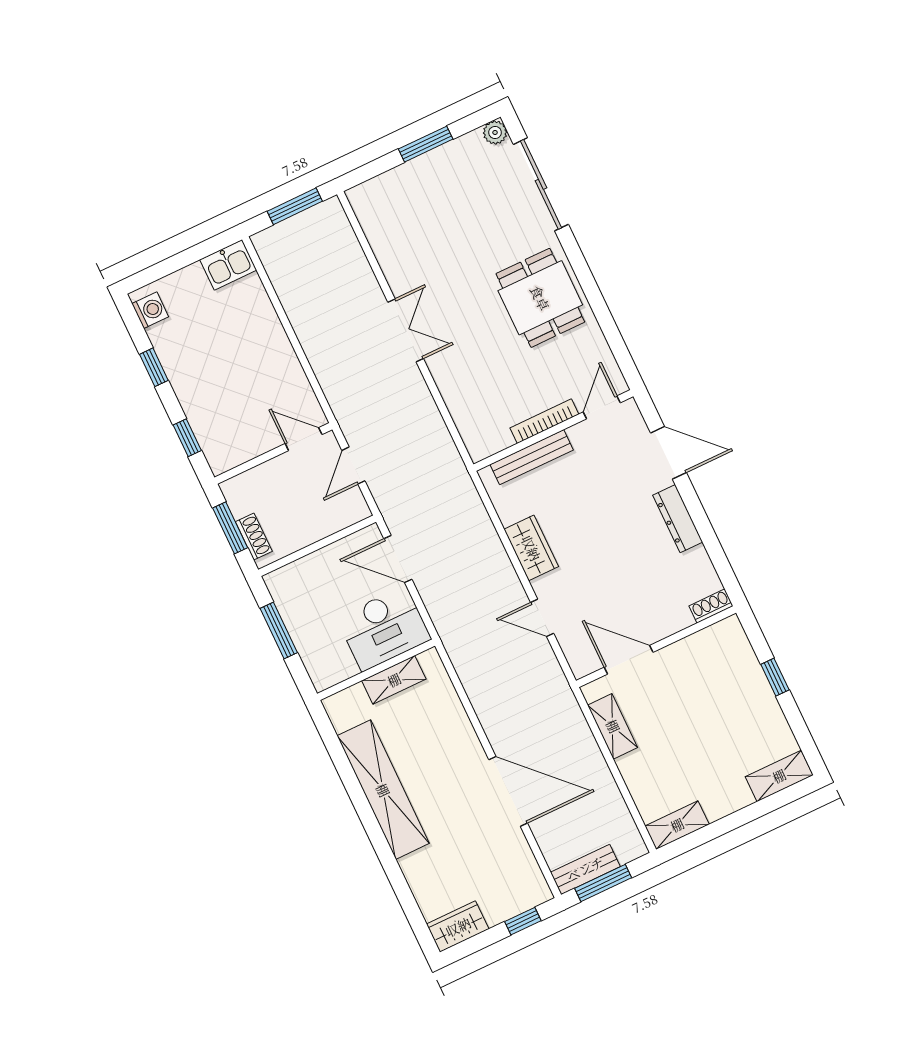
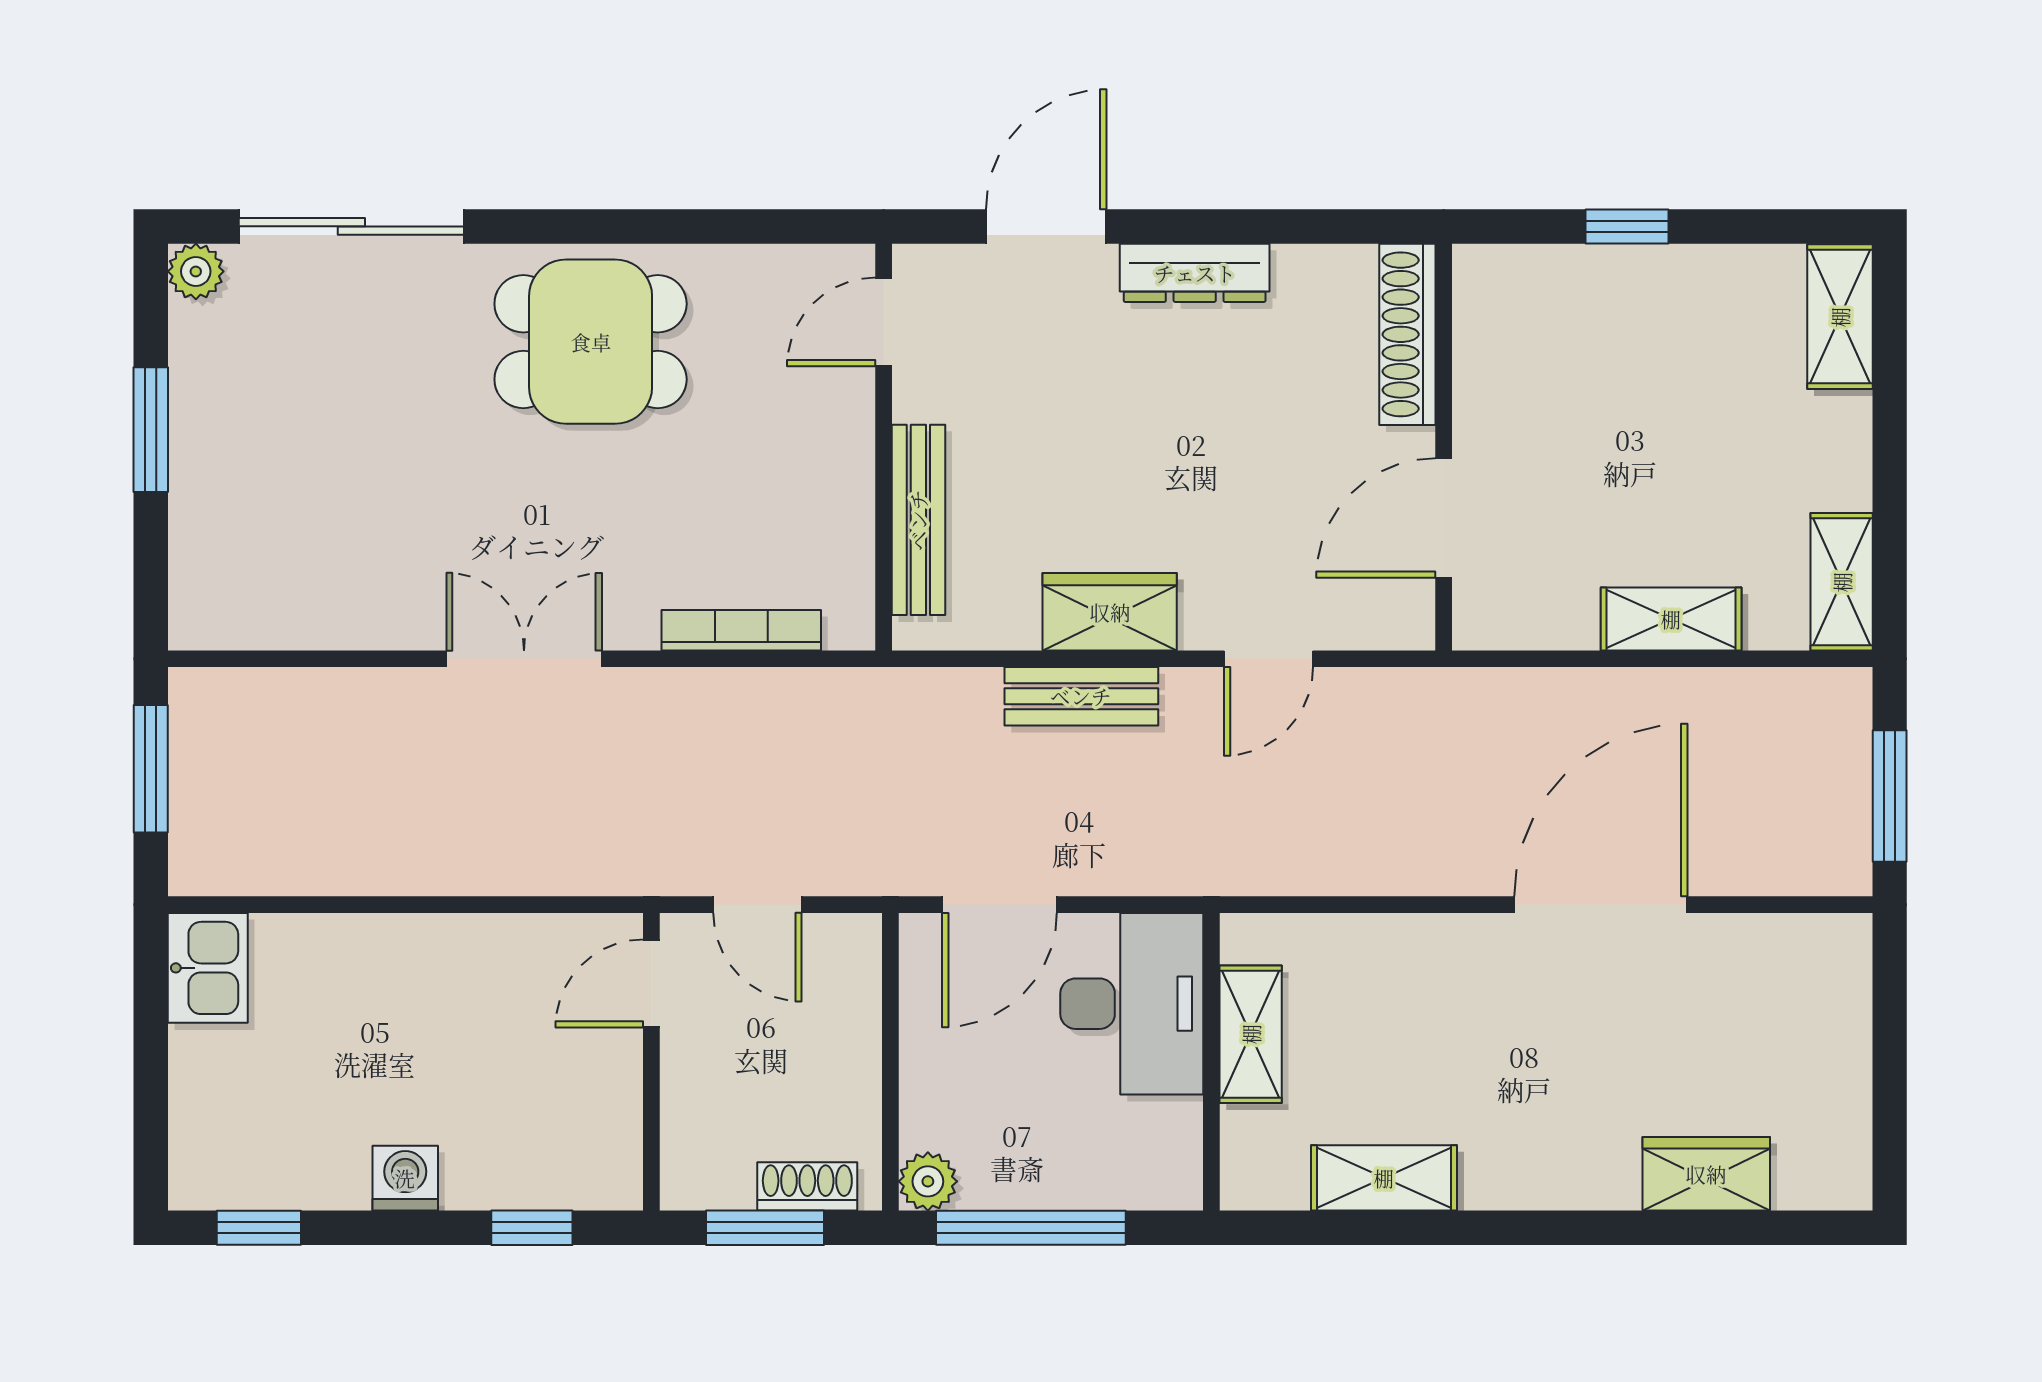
washing machine: (150, 310) -> (405, 1178), moved
window: (154, 367) -> (259, 1228), moved
door: (602, 407) -> (884, 322), hinge flipped
bookcase: (544, 421) -> (741, 630), moved, turned 90
plant: (278, 582) -> (928, 1181), added
shoe rack: (711, 606) -> (1407, 334), width x1.94, depth x1.24
window: (279, 630) -> (1031, 1228), width x1.44
shelving: (613, 726) -> (1671, 619), moved
shelving: (383, 790) -> (1384, 1178), width x0.45, depth x0.75
bench: (585, 869) -> (1081, 696), moved, turned 90
window: (523, 921) -> (1890, 1004), removed
wardrobe: (458, 927) -> (1706, 1174), moved, turned 90

